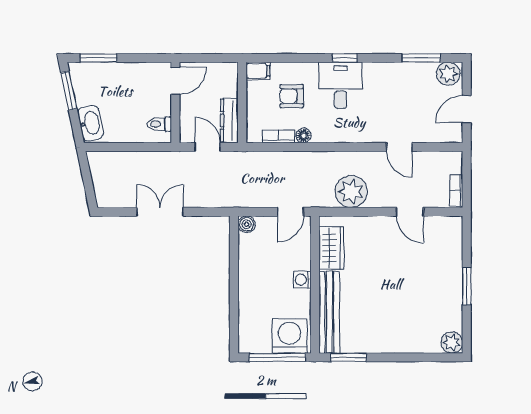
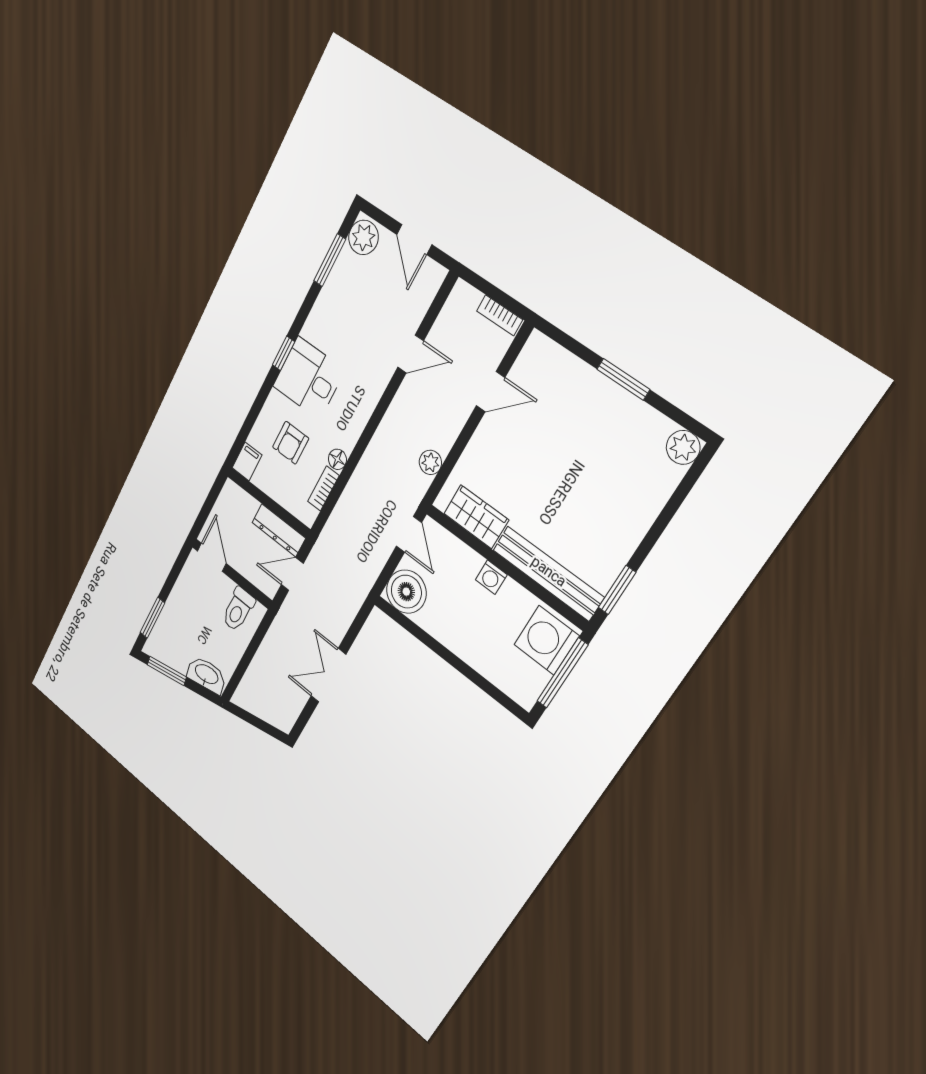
toilet: (159, 124) -> (238, 609), width x1.37, depth x1.39
plant: (351, 192) -> (430, 462), width x0.53, depth x0.53
boiler: (247, 224) -> (406, 592), width x1.86, depth x1.86

